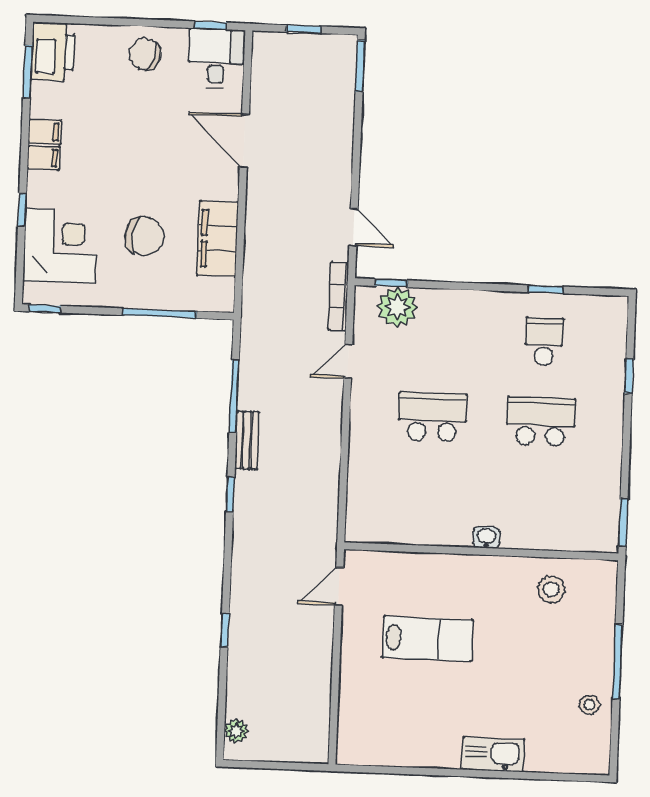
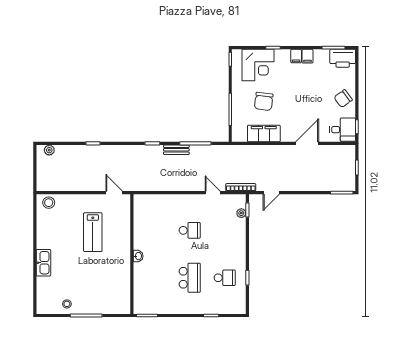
chair: (145, 54) -> (343, 99), turned -147
plant: (397, 307) -> (241, 213), width x0.53, depth x0.53
school desk: (432, 417) -> (190, 230), width x0.54
stool: (551, 589) -> (49, 203), moved

